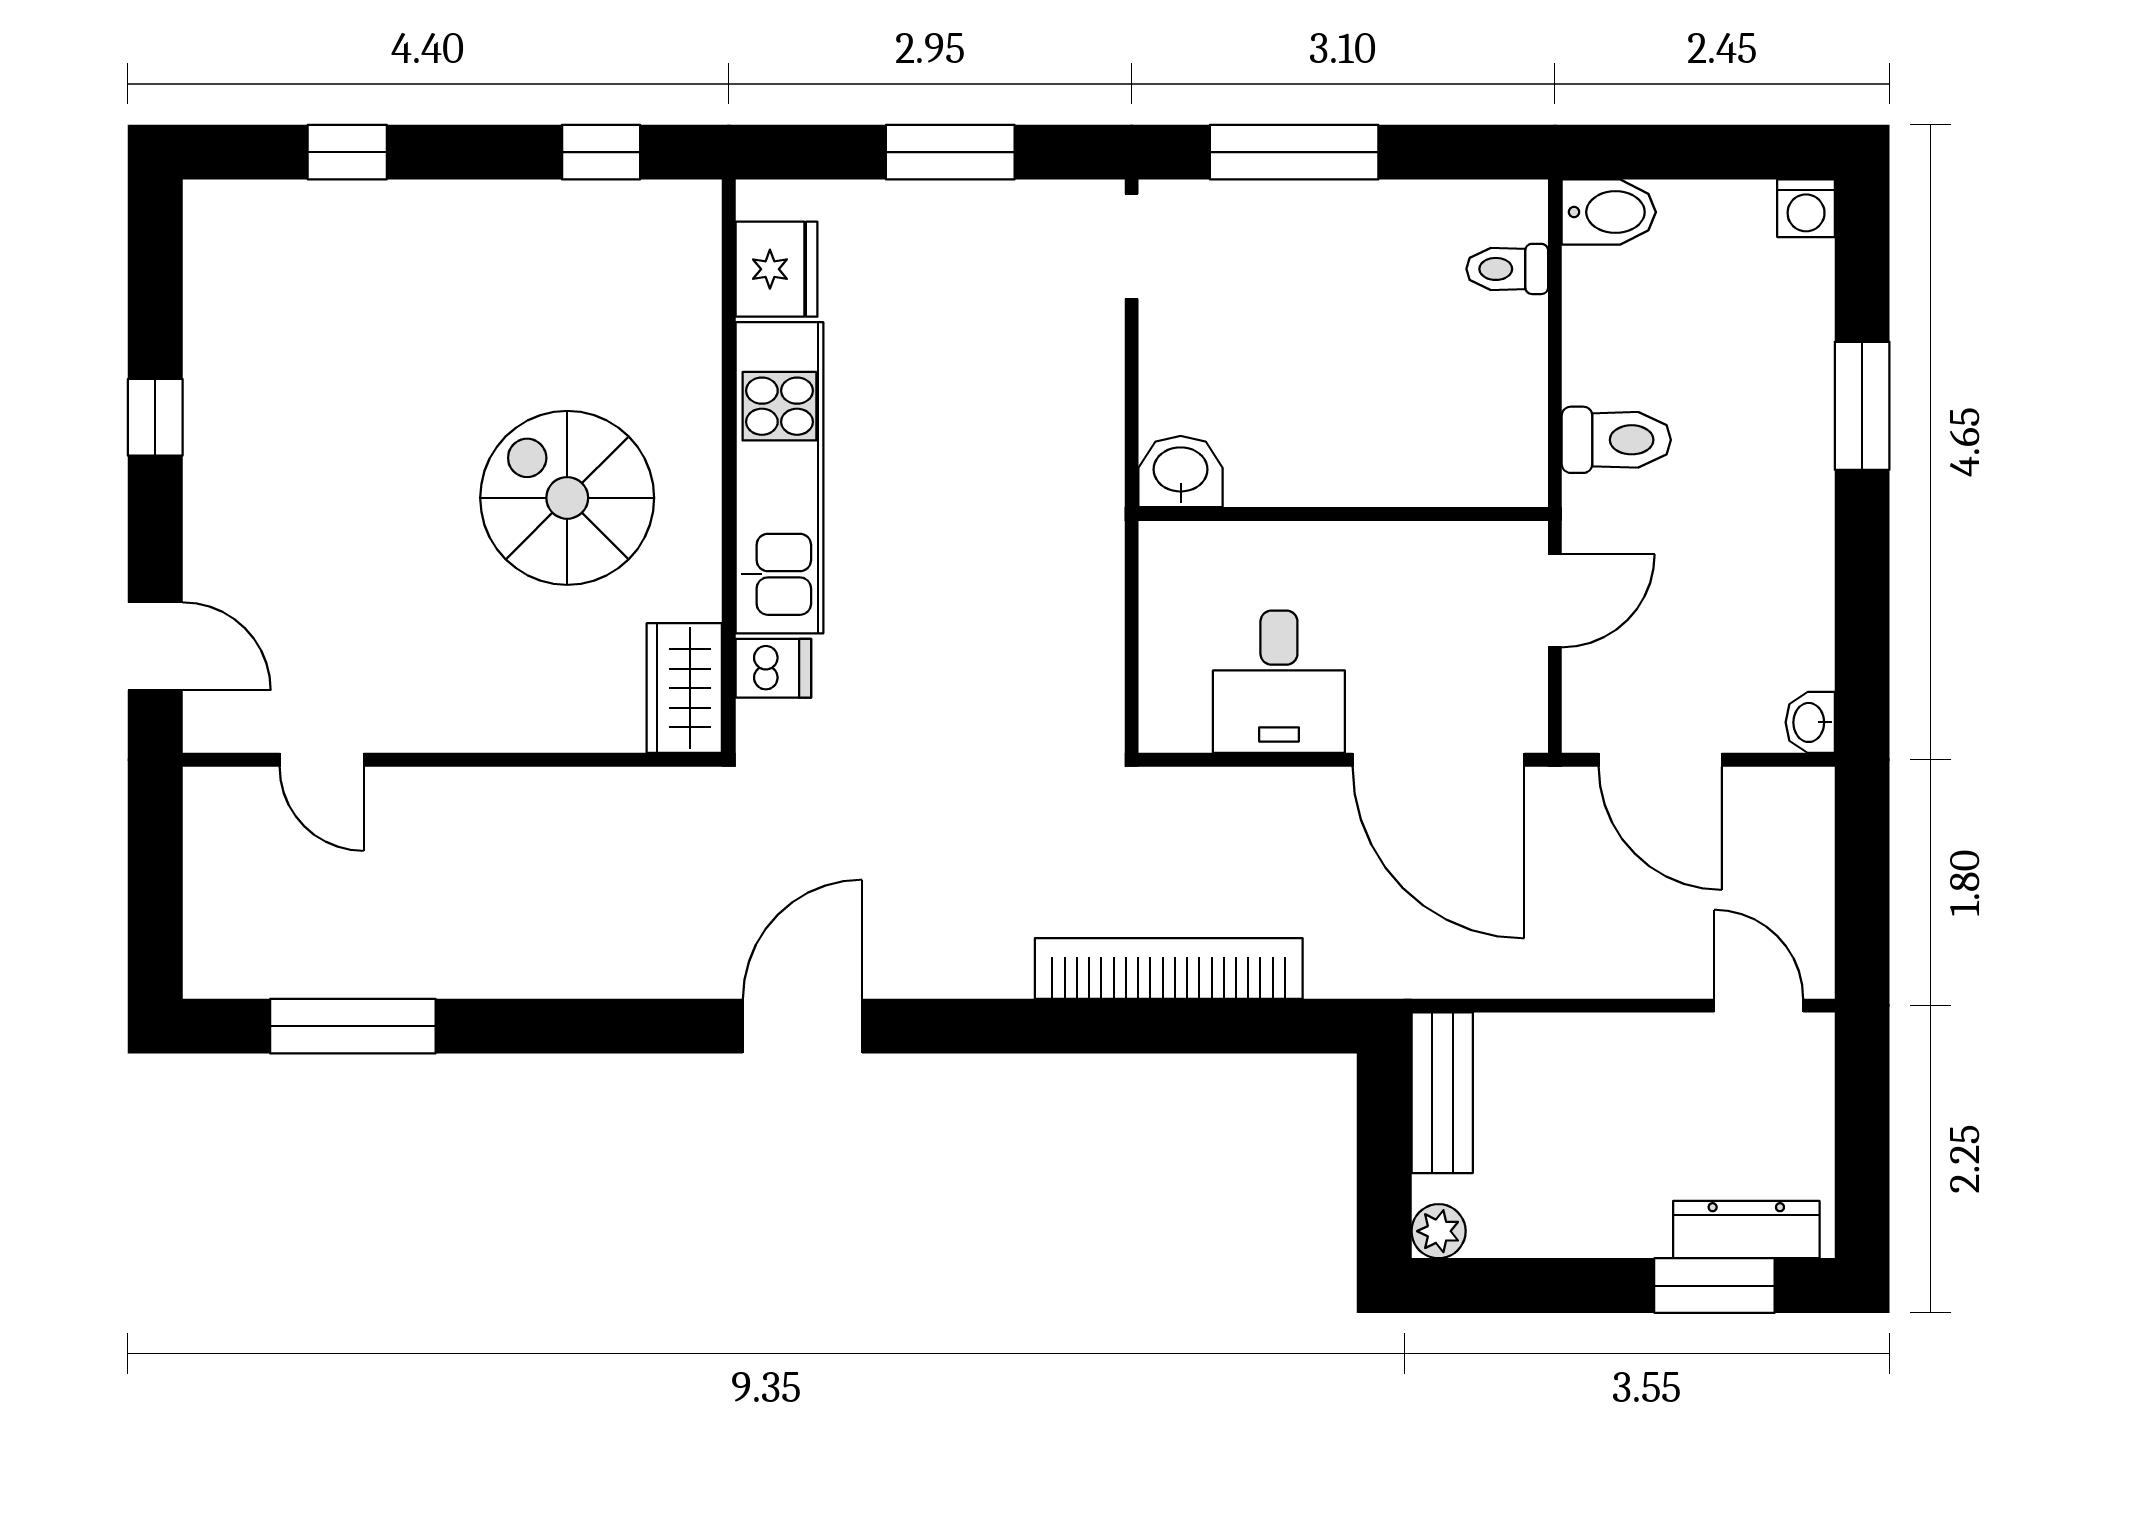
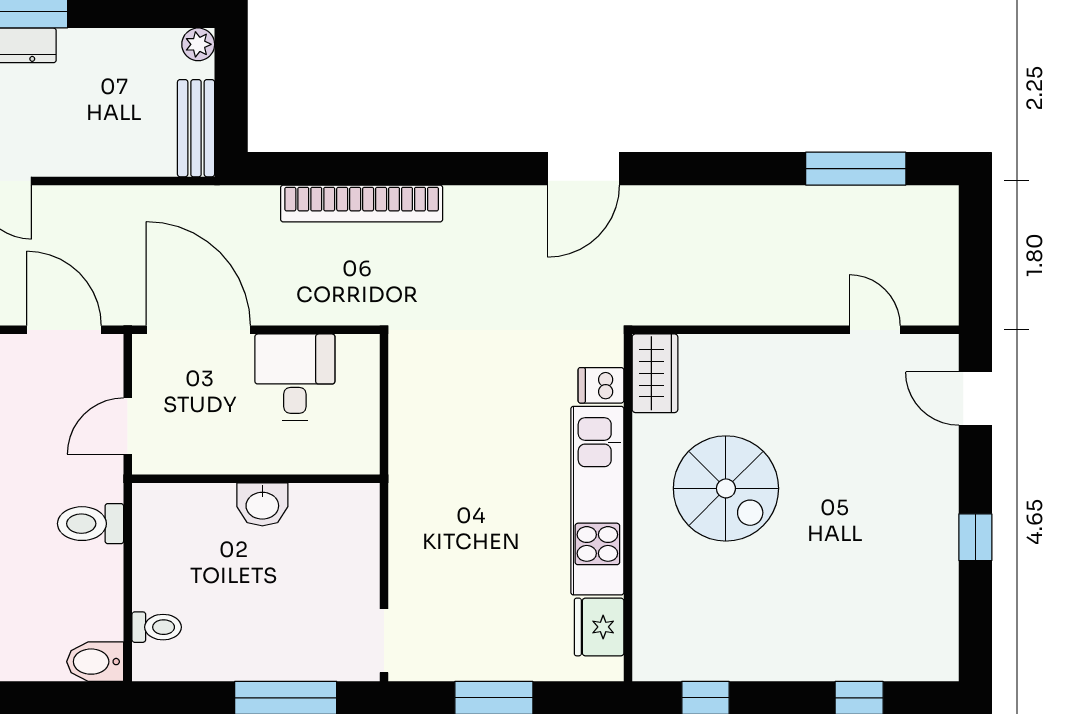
washbasin: (1181, 472) -> (262, 504), moved

